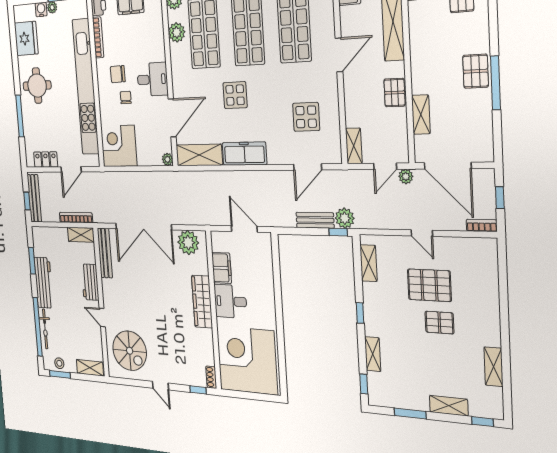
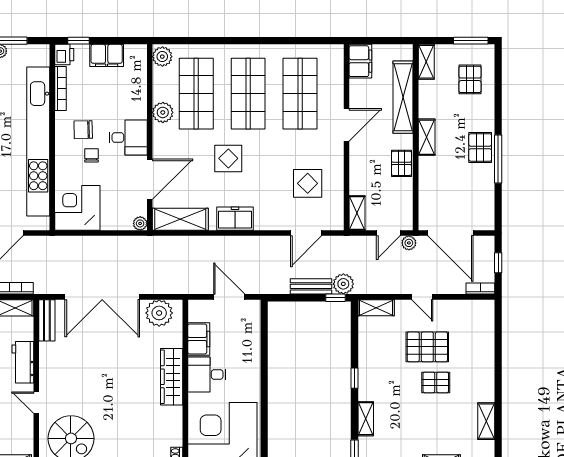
plant: (177, 32) -> (163, 112), moved
shelving: (421, 115) -> (427, 137), moved
freezer: (244, 154) -> (235, 219), width x0.71
bench: (105, 253) -> (47, 320), width x0.73
shelving: (368, 263) -> (376, 308), moved, turned 90

